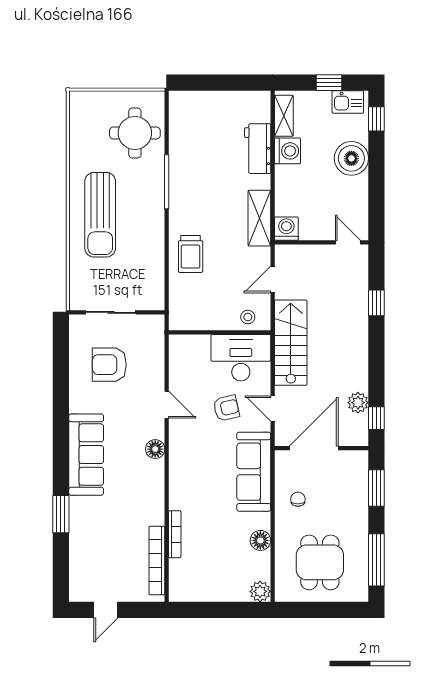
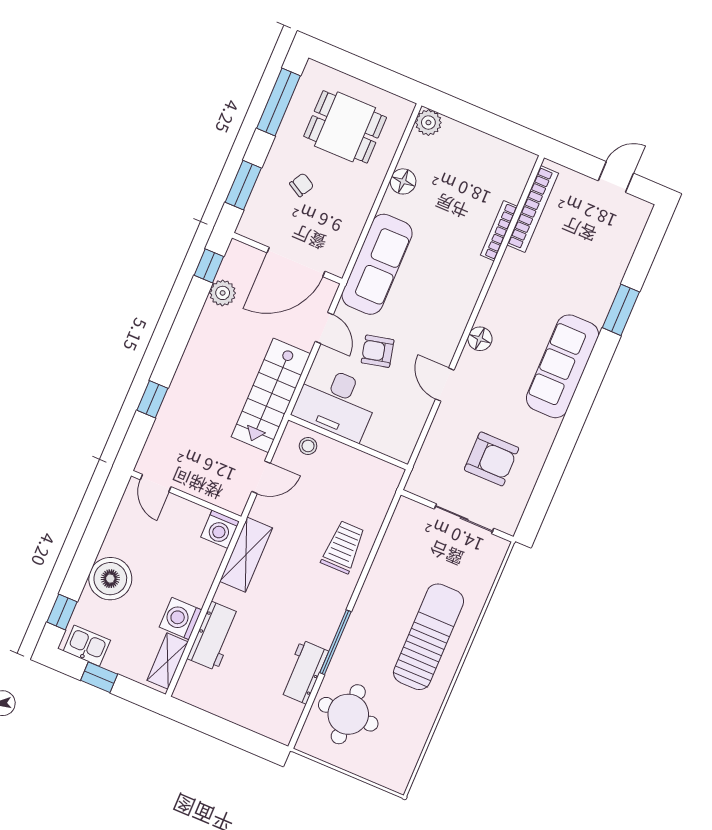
workbench: (181, 150) -> (304, 672), added
chair: (298, 499) -> (302, 185), moved, turned -150
dining table: (320, 562) -> (345, 127), turned 90

